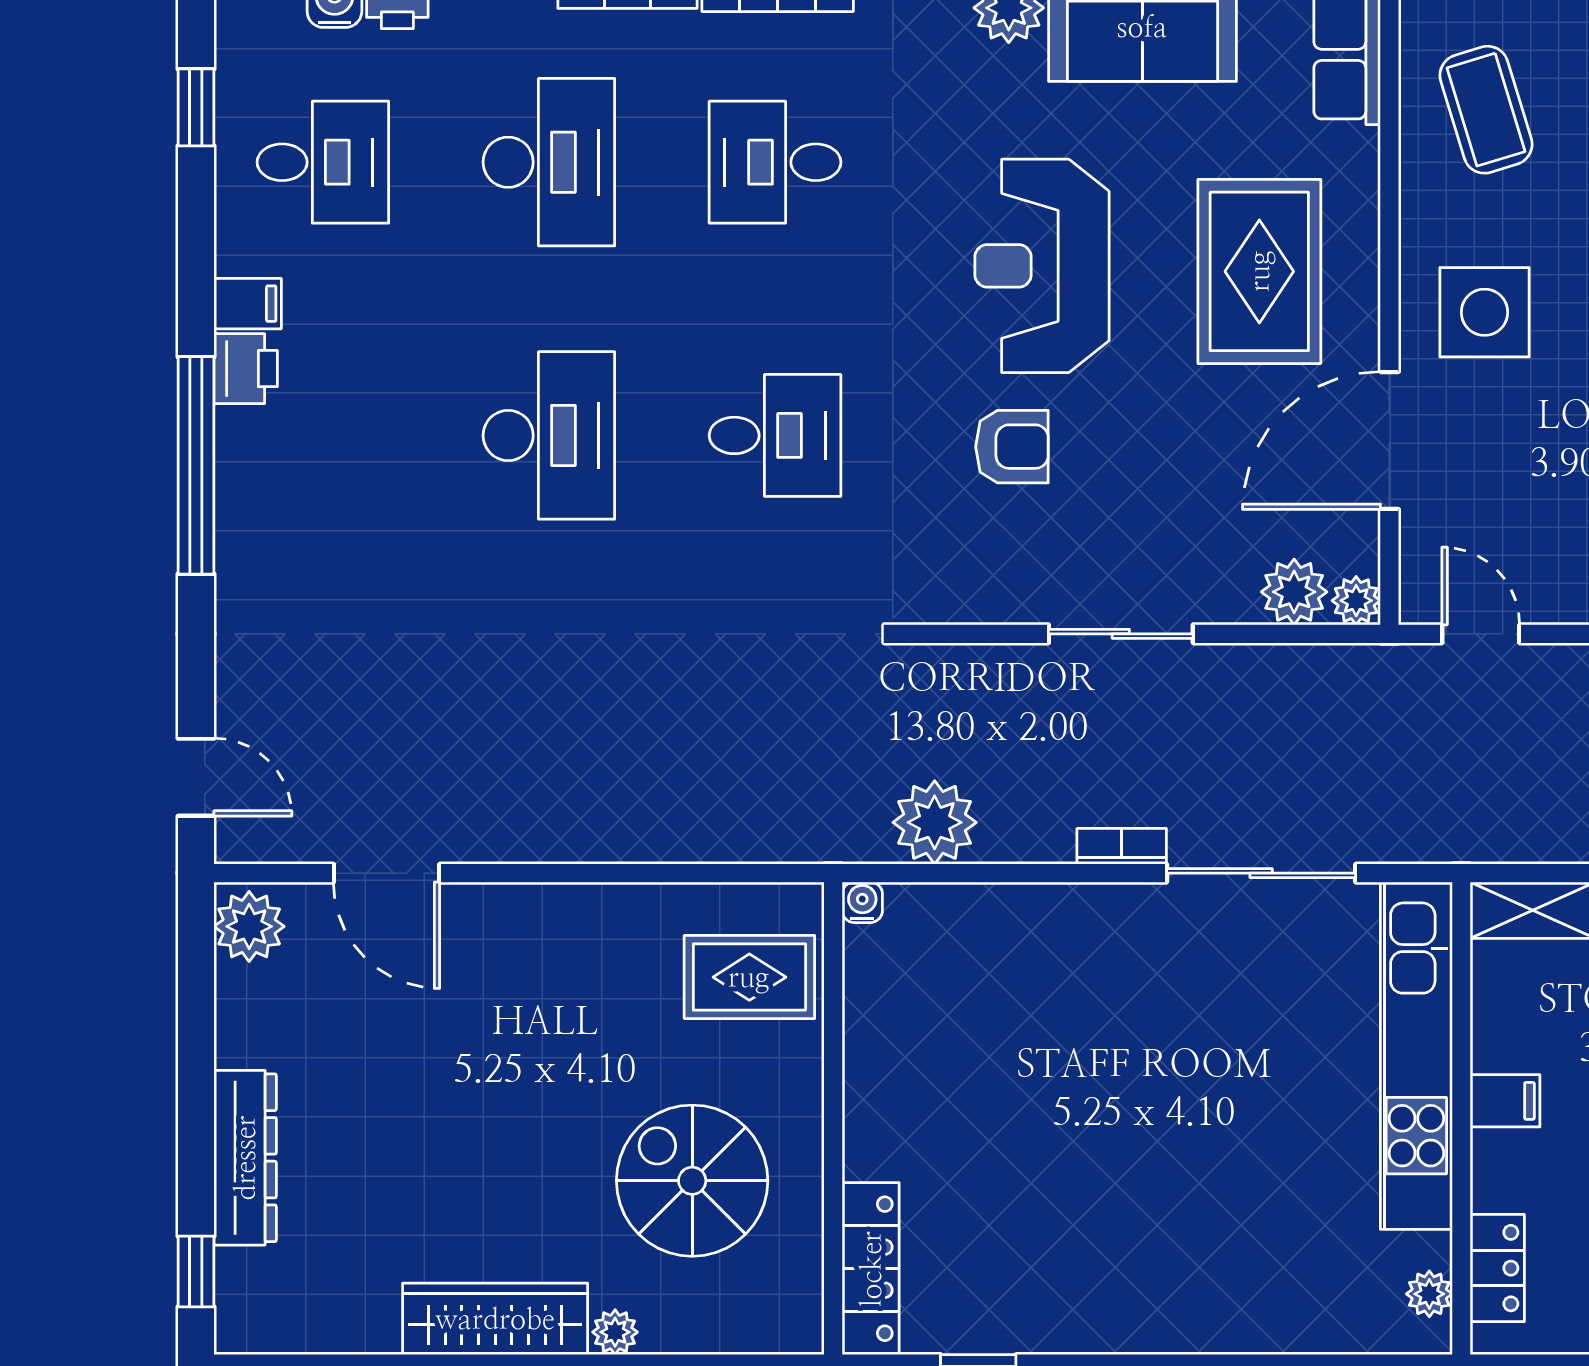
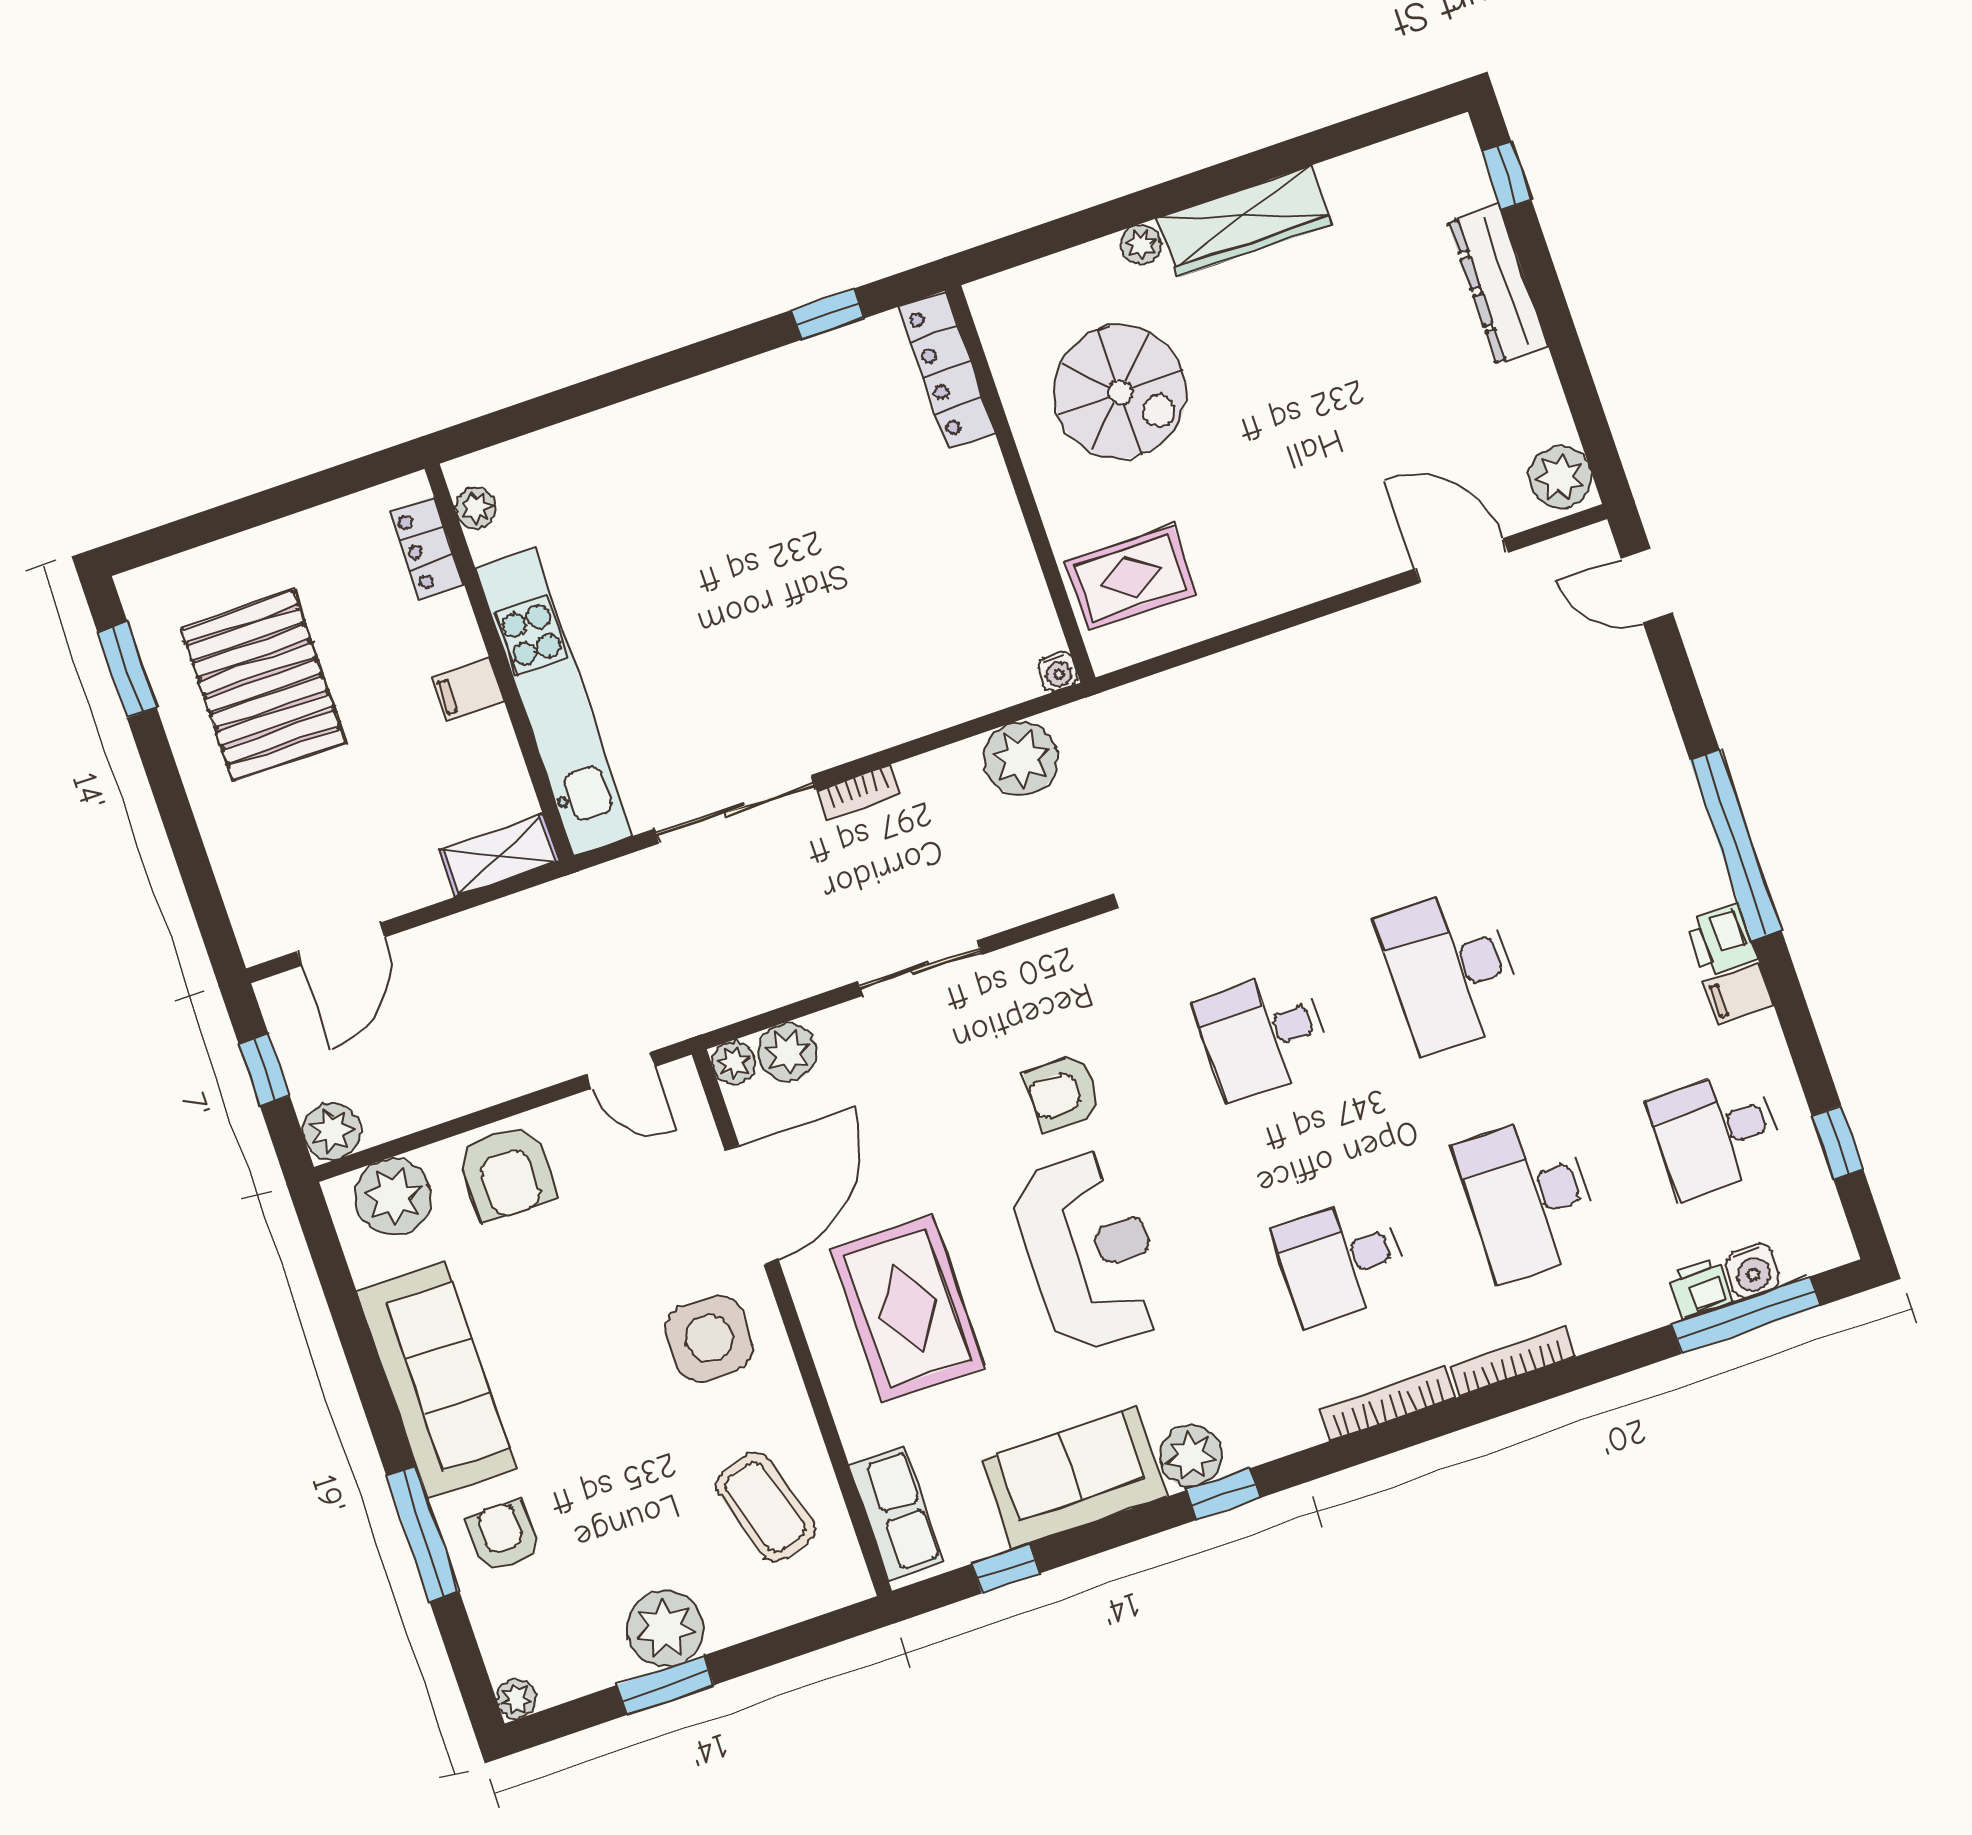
desk: (775, 162) -> (1341, 1261), turned 180

